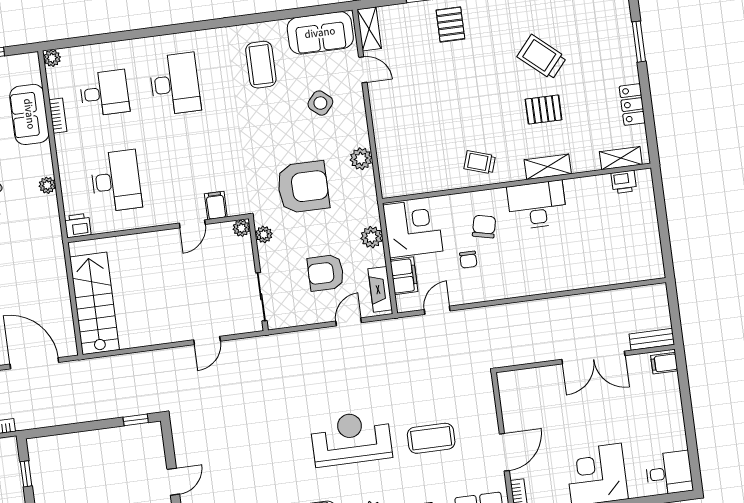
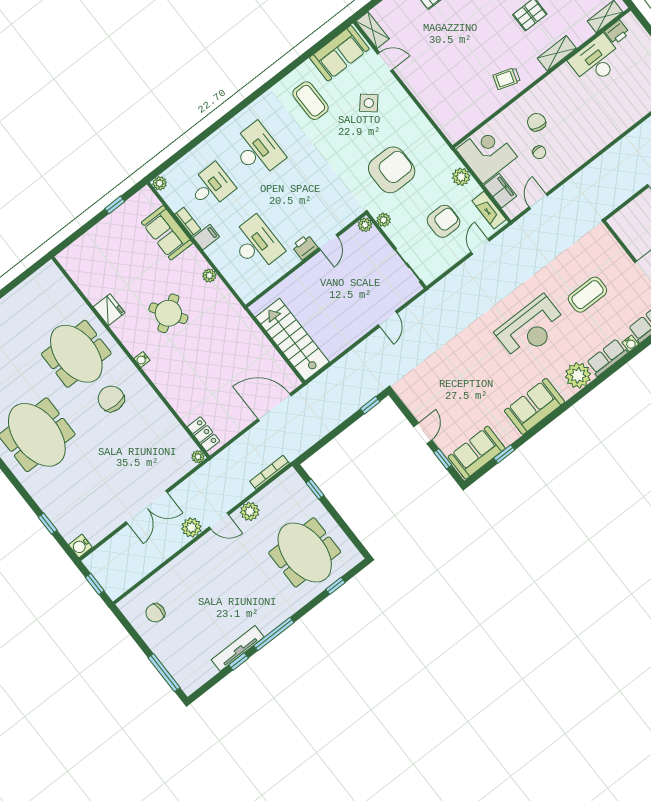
plant: (361, 159) -> (421, 126), removed
filing cabinet: (216, 205) -> (206, 237), moved, turned 90
desk: (537, 205) -> (596, 61), moved
printer: (78, 226) -> (305, 247), moved
armchair: (326, 273) -> (444, 221), turned 180
reception desk: (351, 438) -> (531, 328), turned 180

